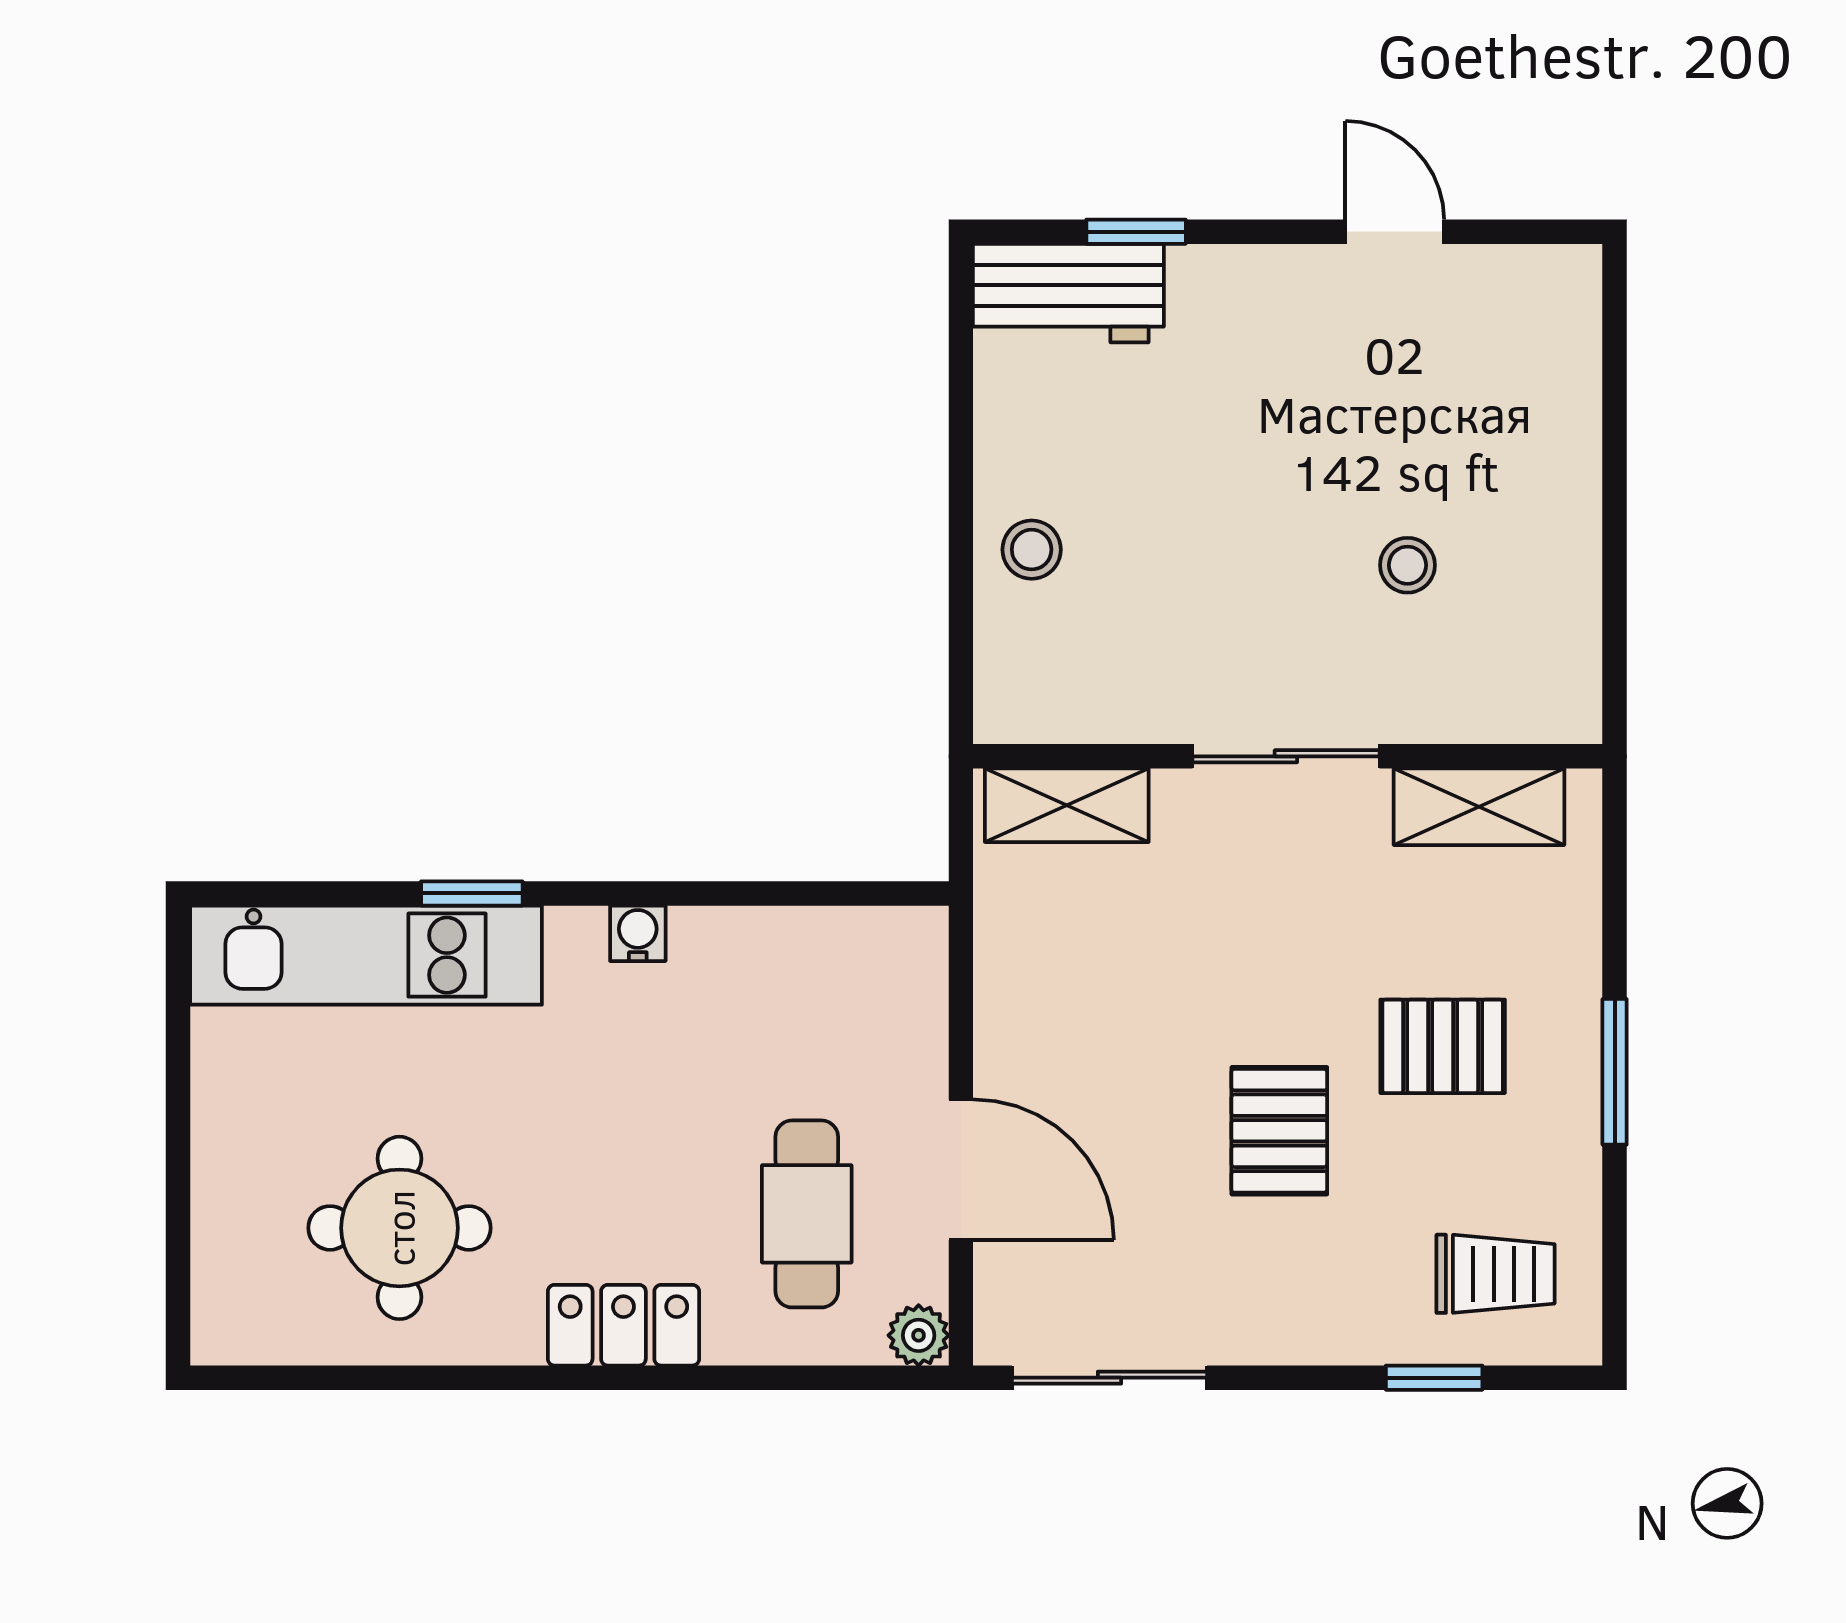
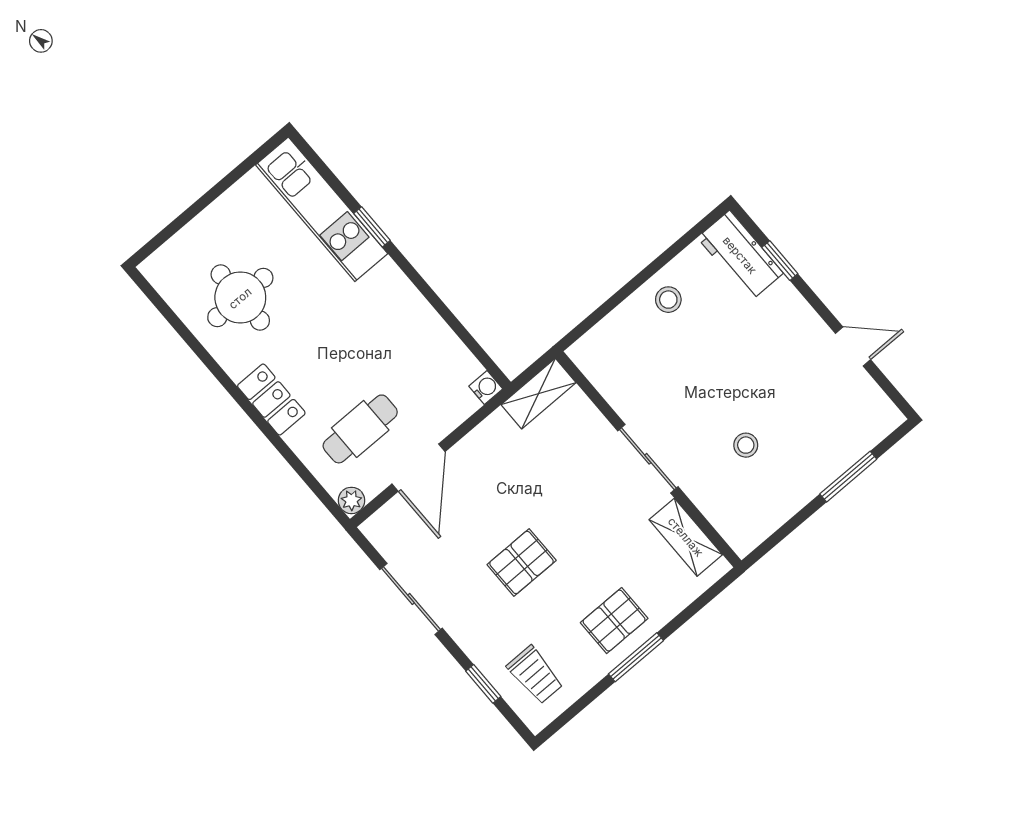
door: (1395, 232) -> (853, 347), hinge flipped
window: (1615, 433) -> (848, 477), added
stool: (1032, 550) -> (668, 300), moved
shelving: (1067, 805) -> (539, 394), moved, turned 90
water cooler: (638, 933) -> (486, 388), moved
pallet: (1443, 1046) -> (614, 621), moved, turned 90
sliding door: (1109, 1378) -> (411, 599), moved

